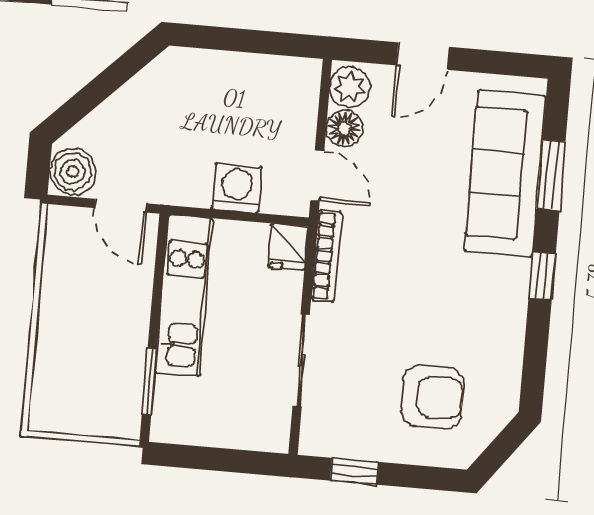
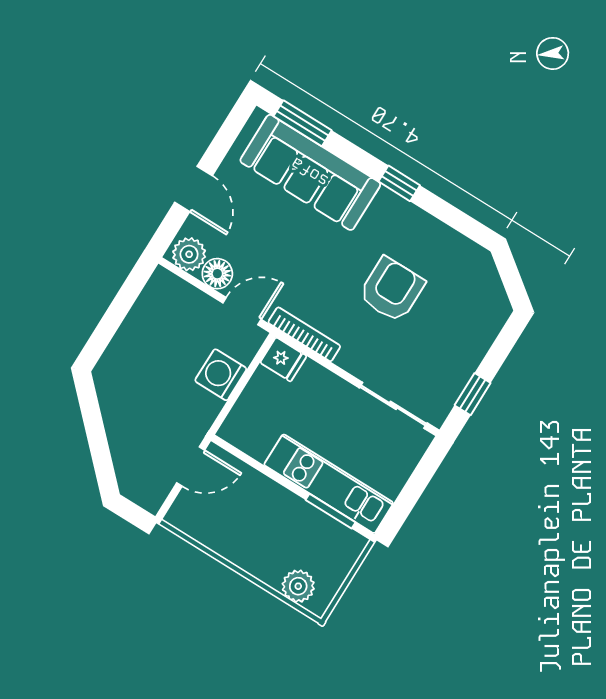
boiler: (73, 172) -> (148, 489), removed
window: (551, 175) -> (303, 123), moved
kitchen unit: (184, 296) -> (329, 484), moved
sliding door: (301, 360) -> (393, 405), moved
plant: (50, 388) -> (298, 586), added
armchair: (432, 397) -> (392, 290), moved

